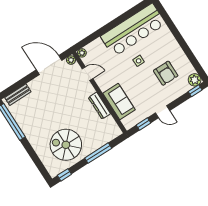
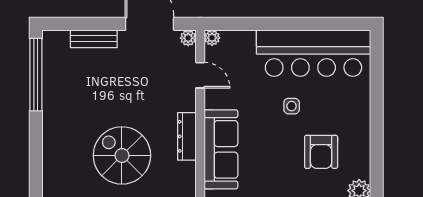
bench: (18, 95) -> (94, 39), moved
sofa: (119, 102) -> (221, 149), width x1.36
spiral stairs: (66, 145) -> (122, 155), moved

